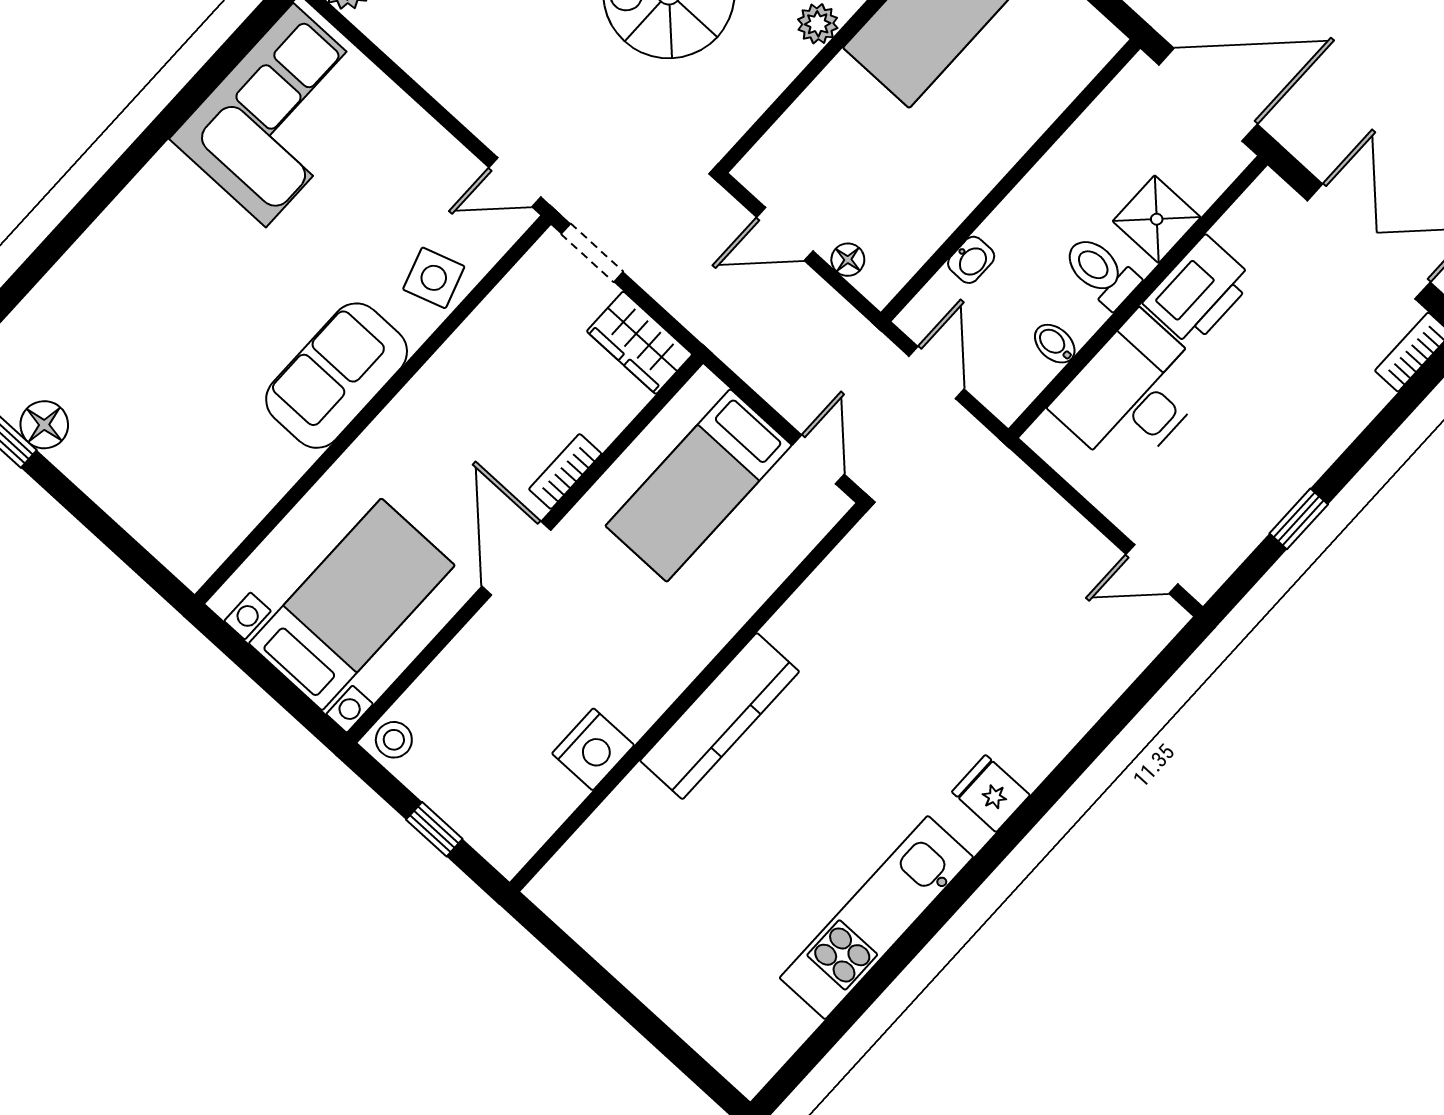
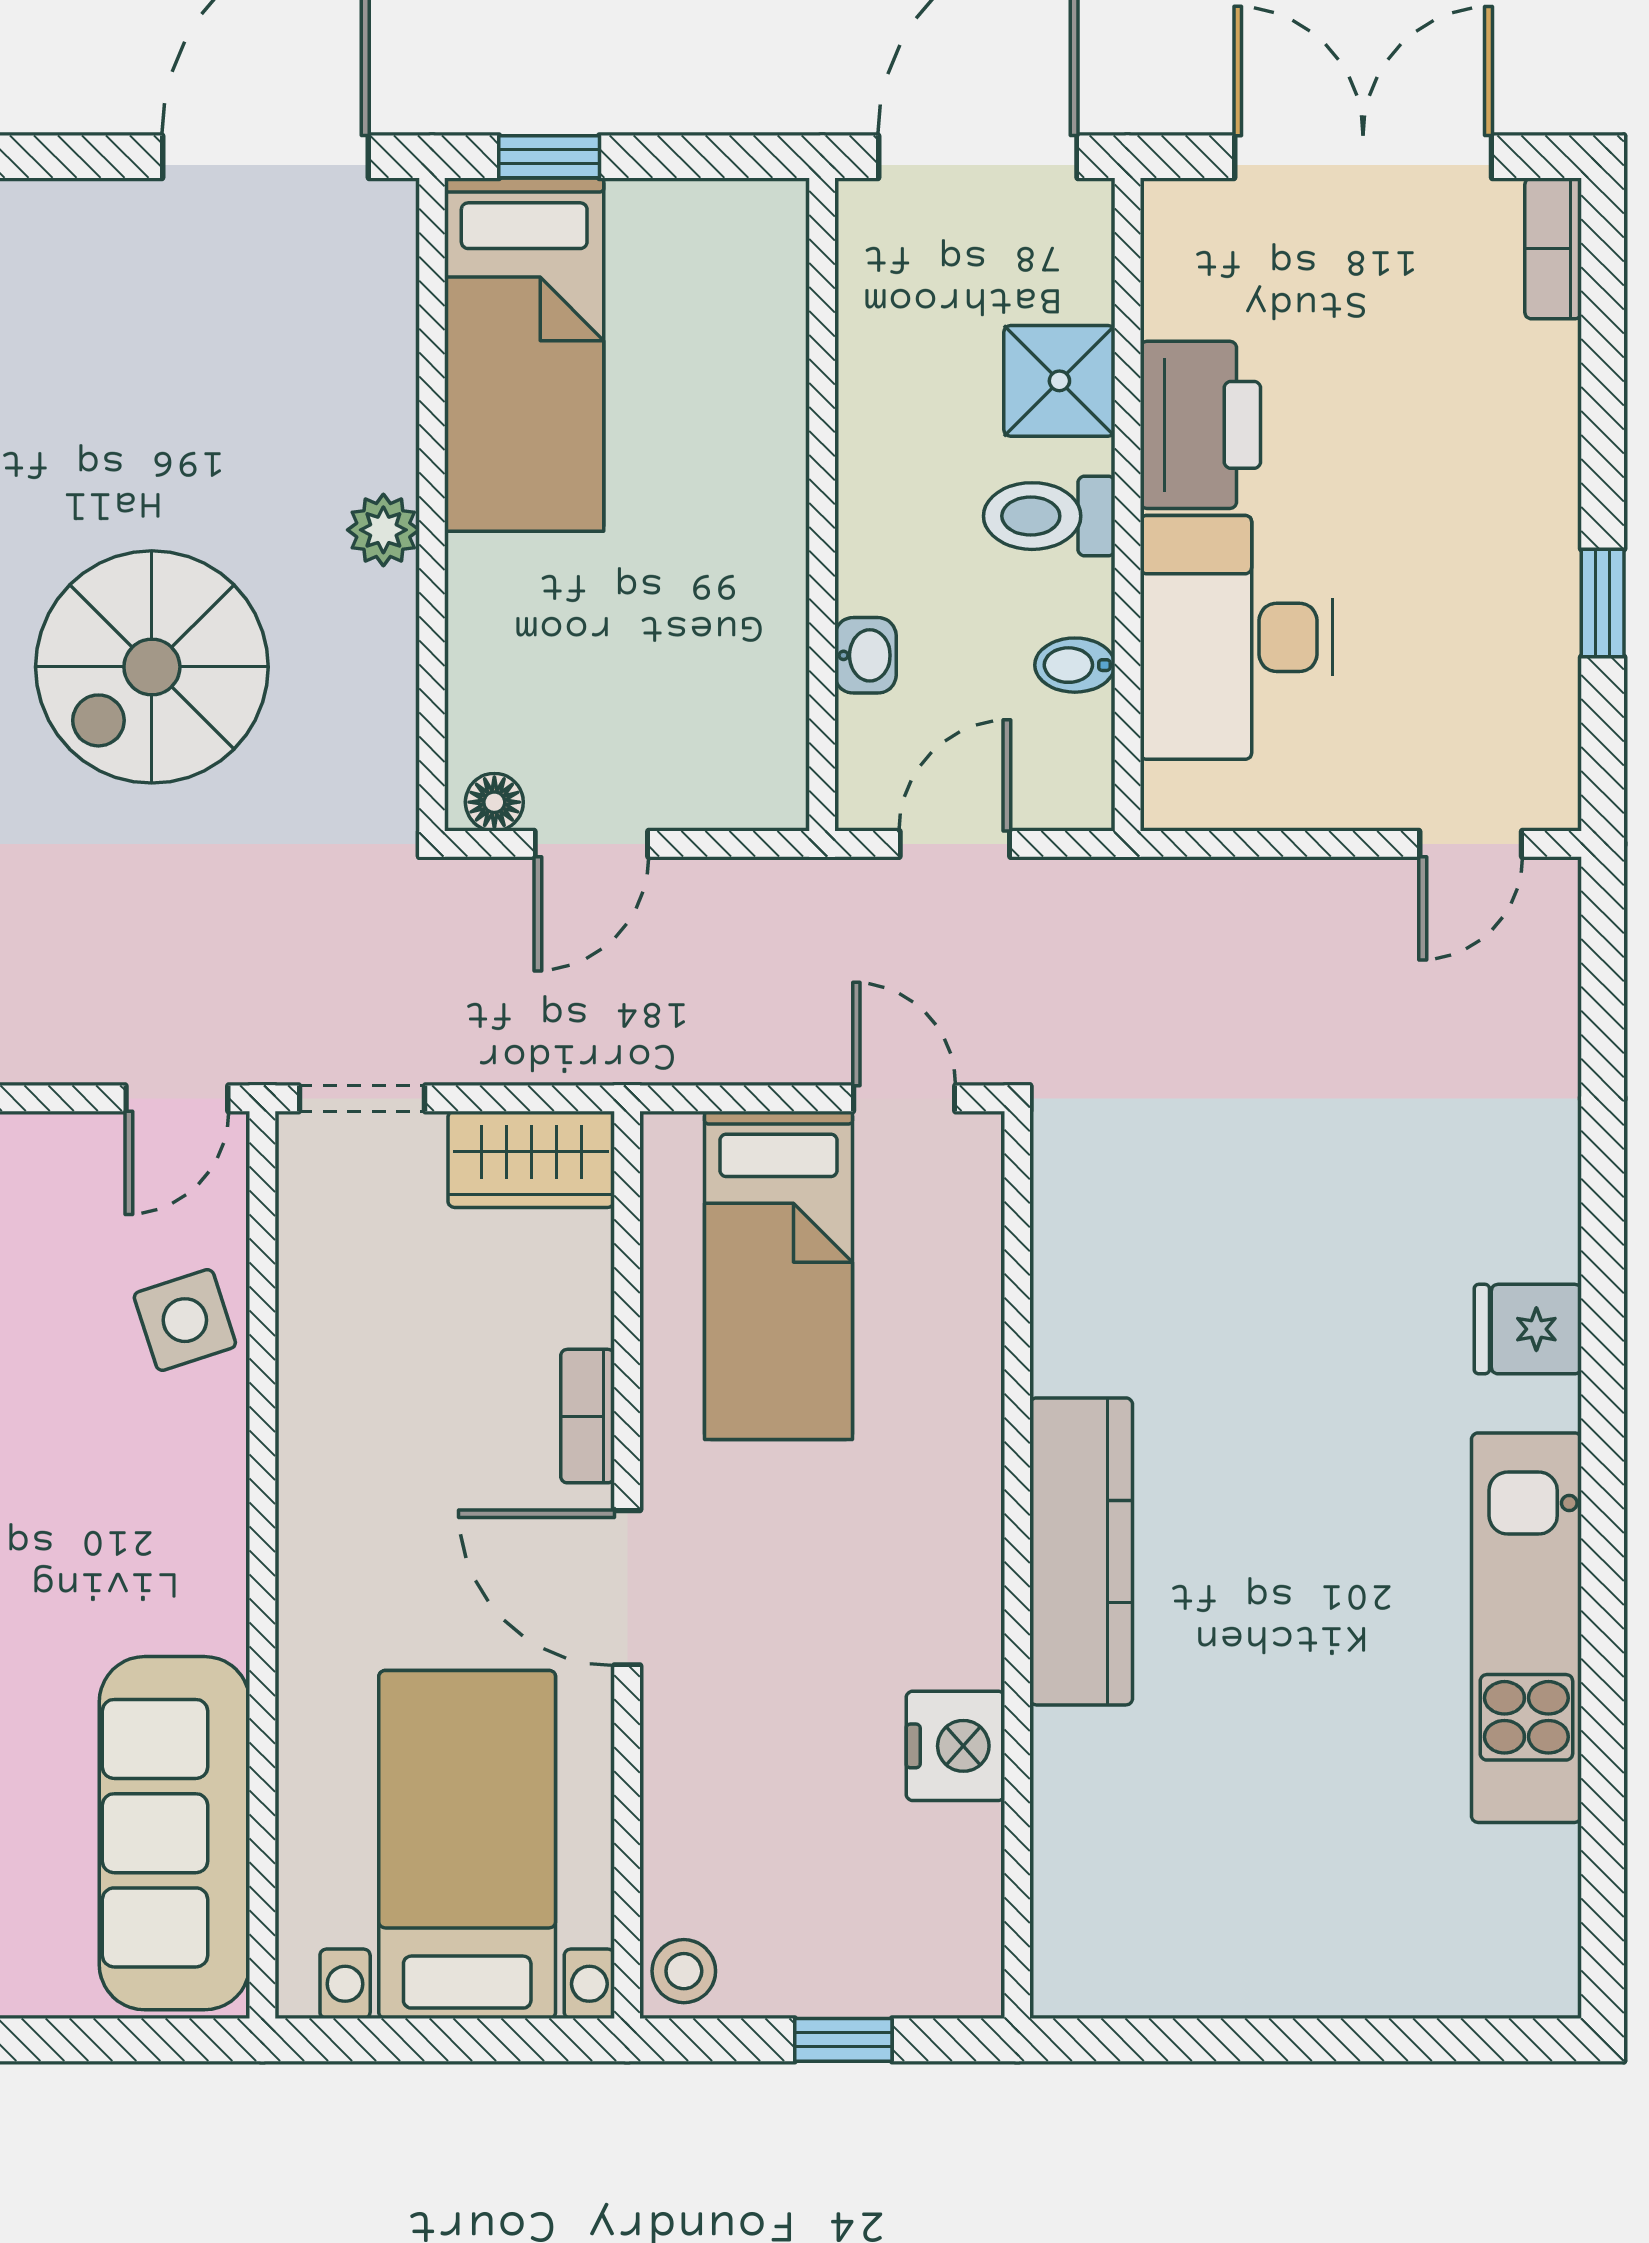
floor lamp: (848, 260) -> (494, 802), moved
door: (937, 373) -> (955, 844), hinge flipped
sofa: (337, 376) -> (175, 1833), moved, width x1.36

